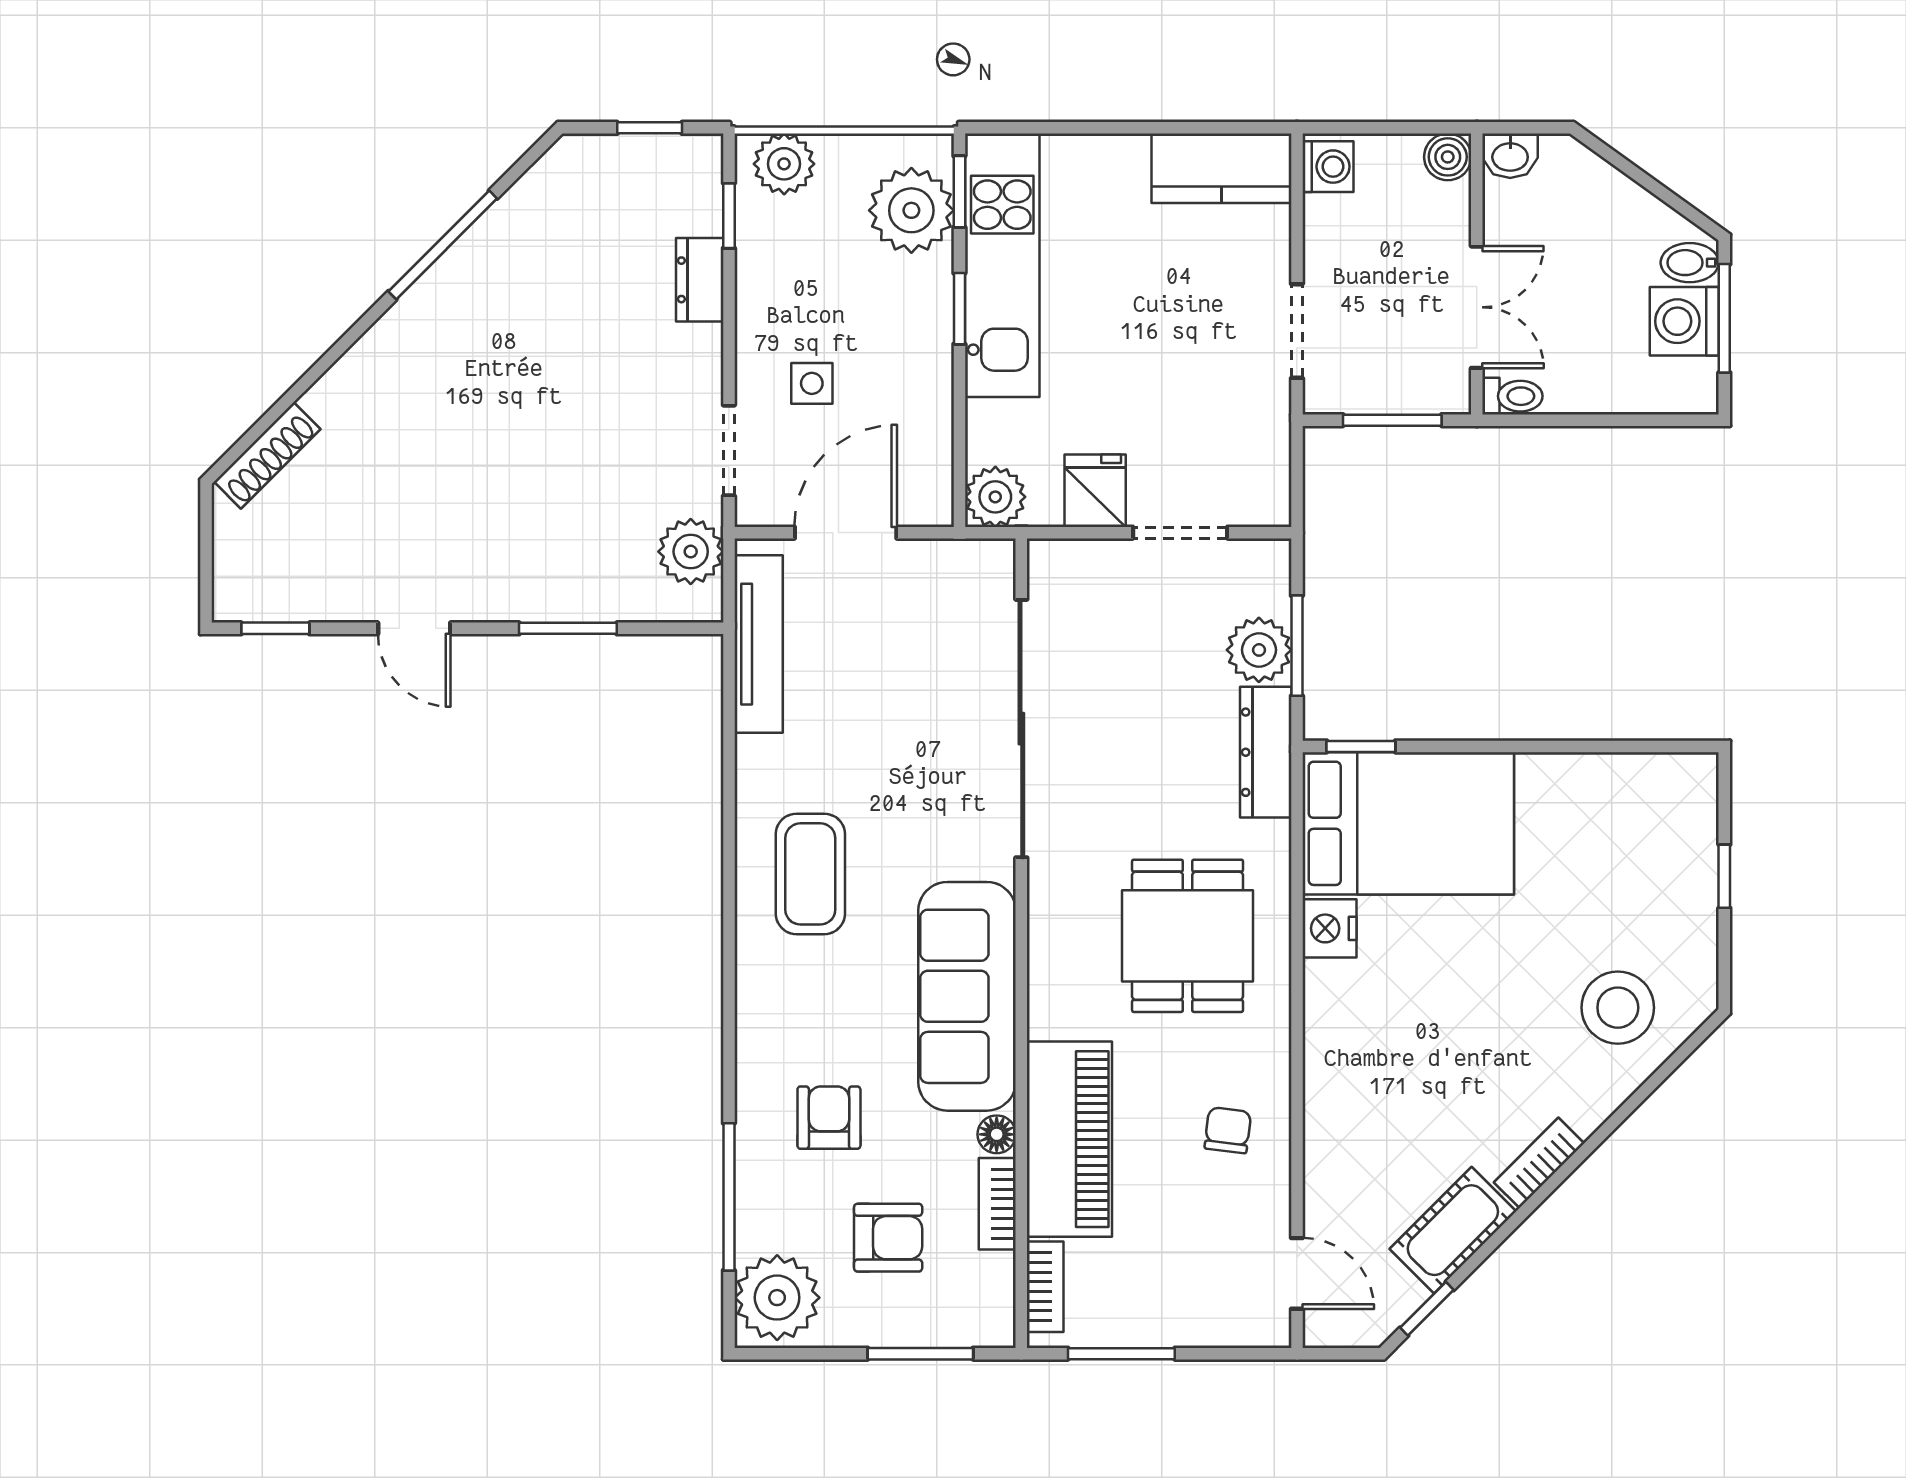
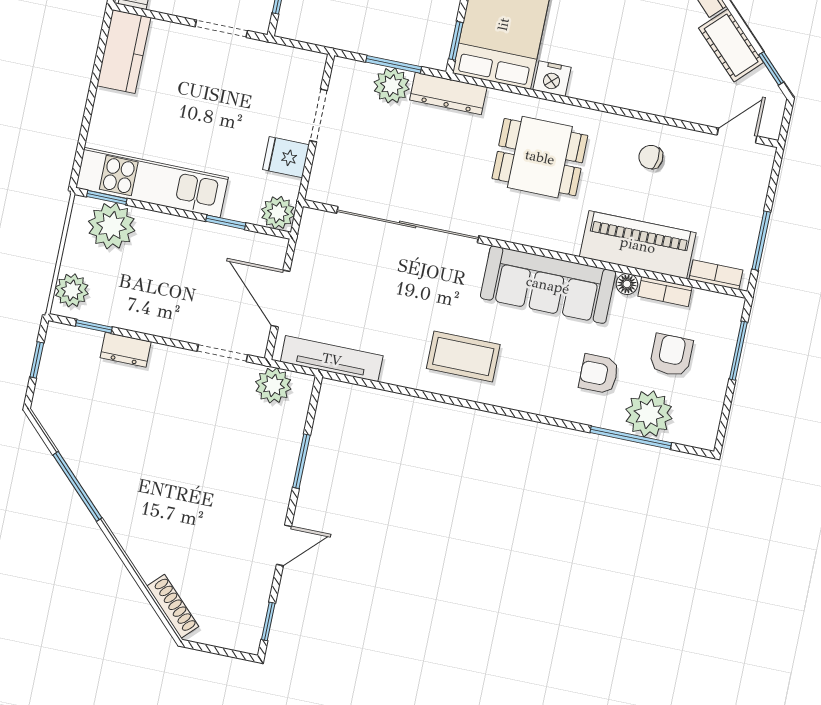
window: (959, 309) -> (226, 222), moved
side table: (812, 383) -> (195, 300), removed
plant: (777, 1298) -> (649, 414), moved

